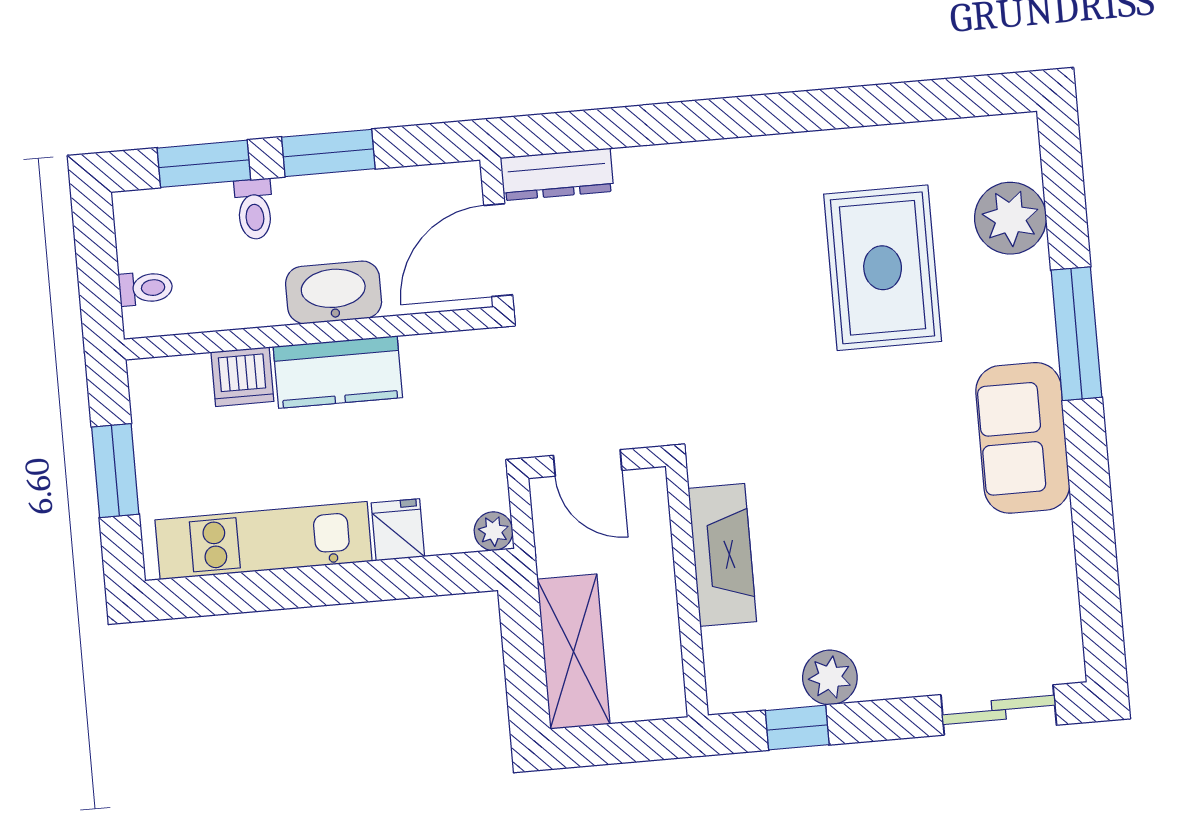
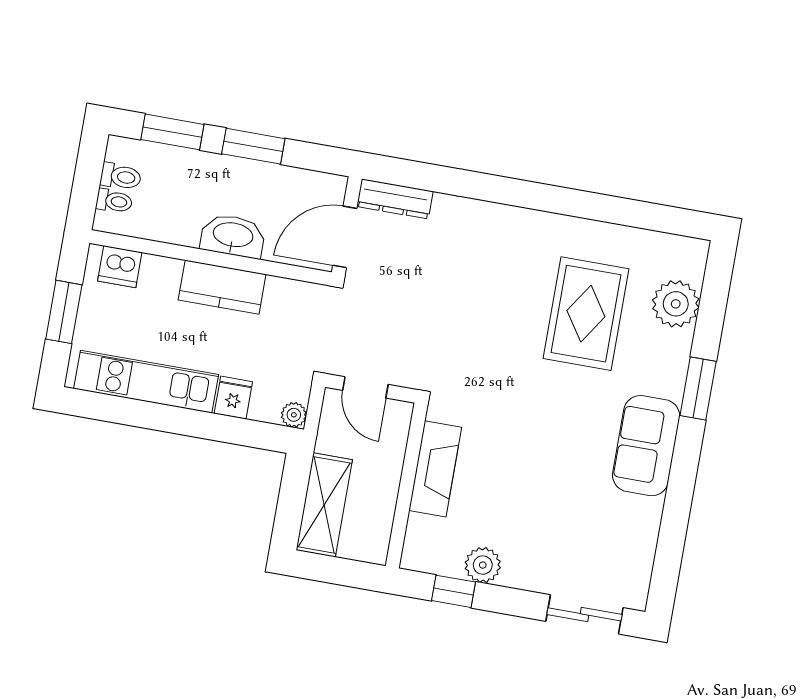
toilet: (254, 209) -> (121, 177), moved, turned -90
window: (1076, 334) -> (698, 389), width x0.69
dishwasher: (242, 377) -> (120, 267), moved

